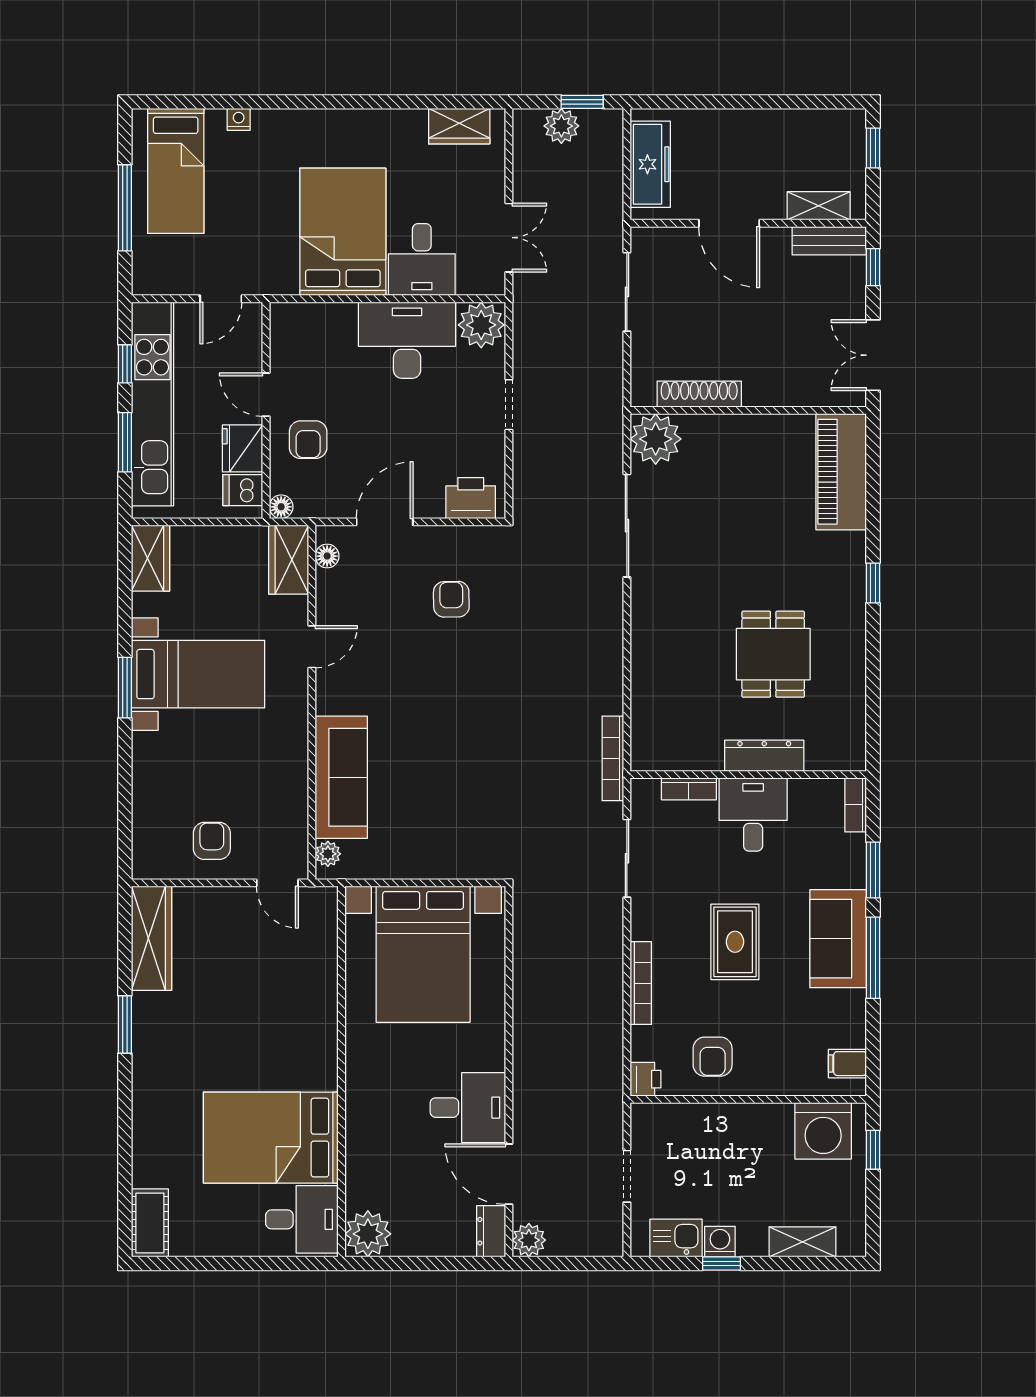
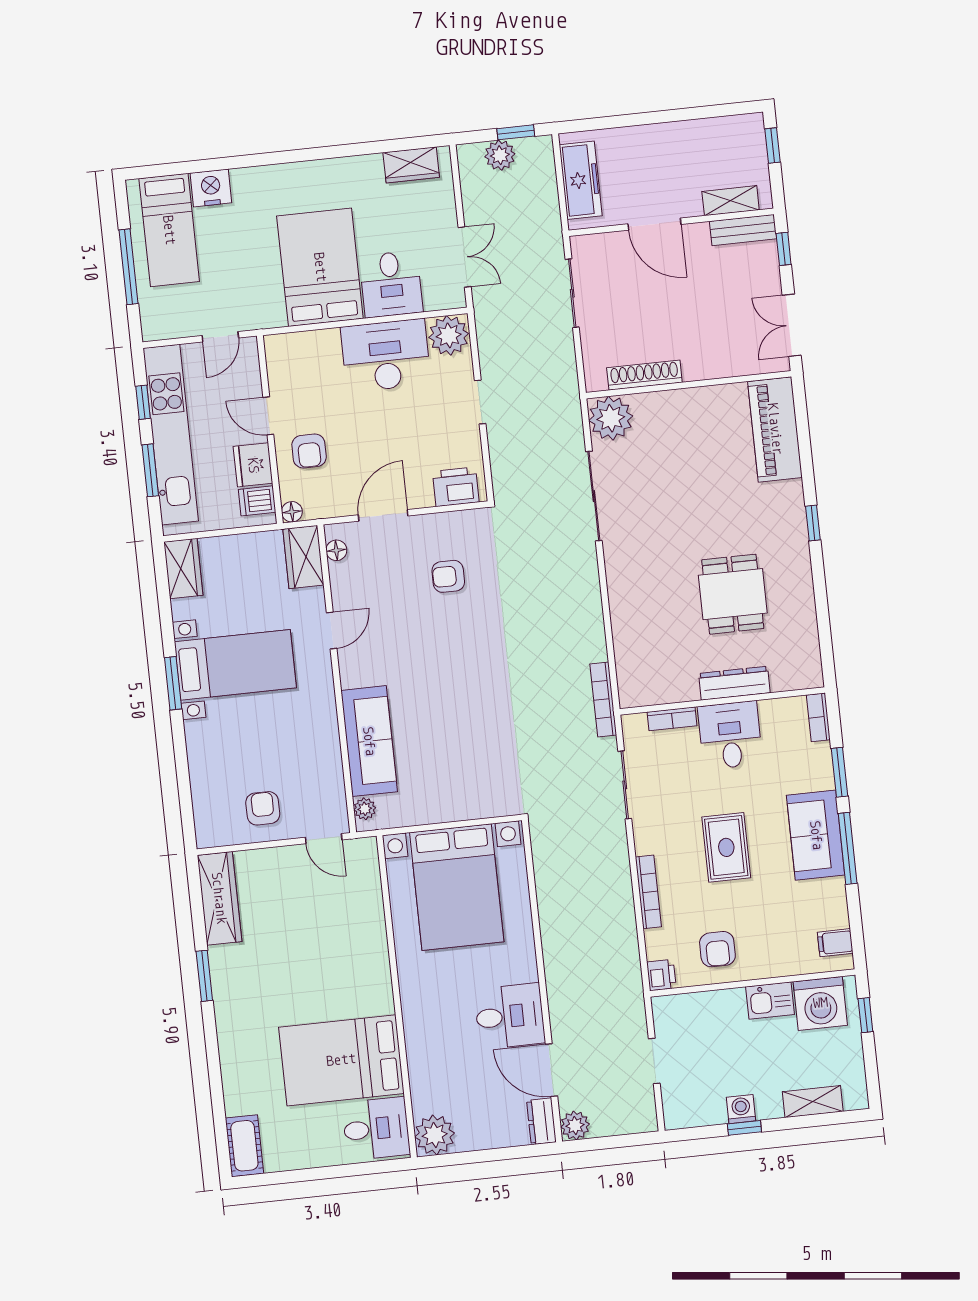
nightstand: (239, 119) -> (211, 188), width x1.89, depth x1.79
armchair: (451, 599) -> (448, 576), turned -89
kitchen sink: (676, 1238) -> (770, 1001), moved, turned 180

